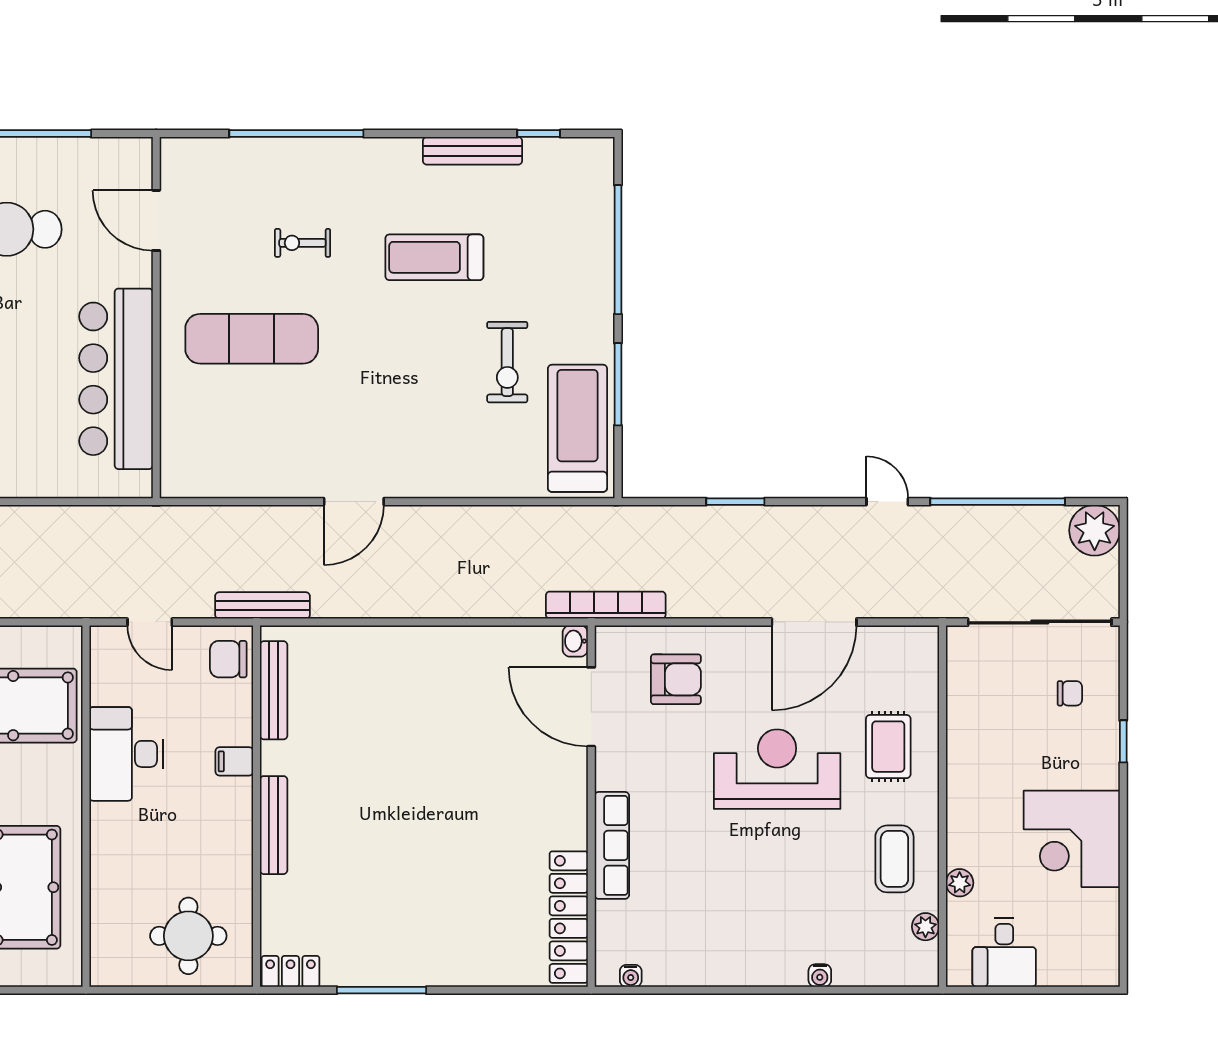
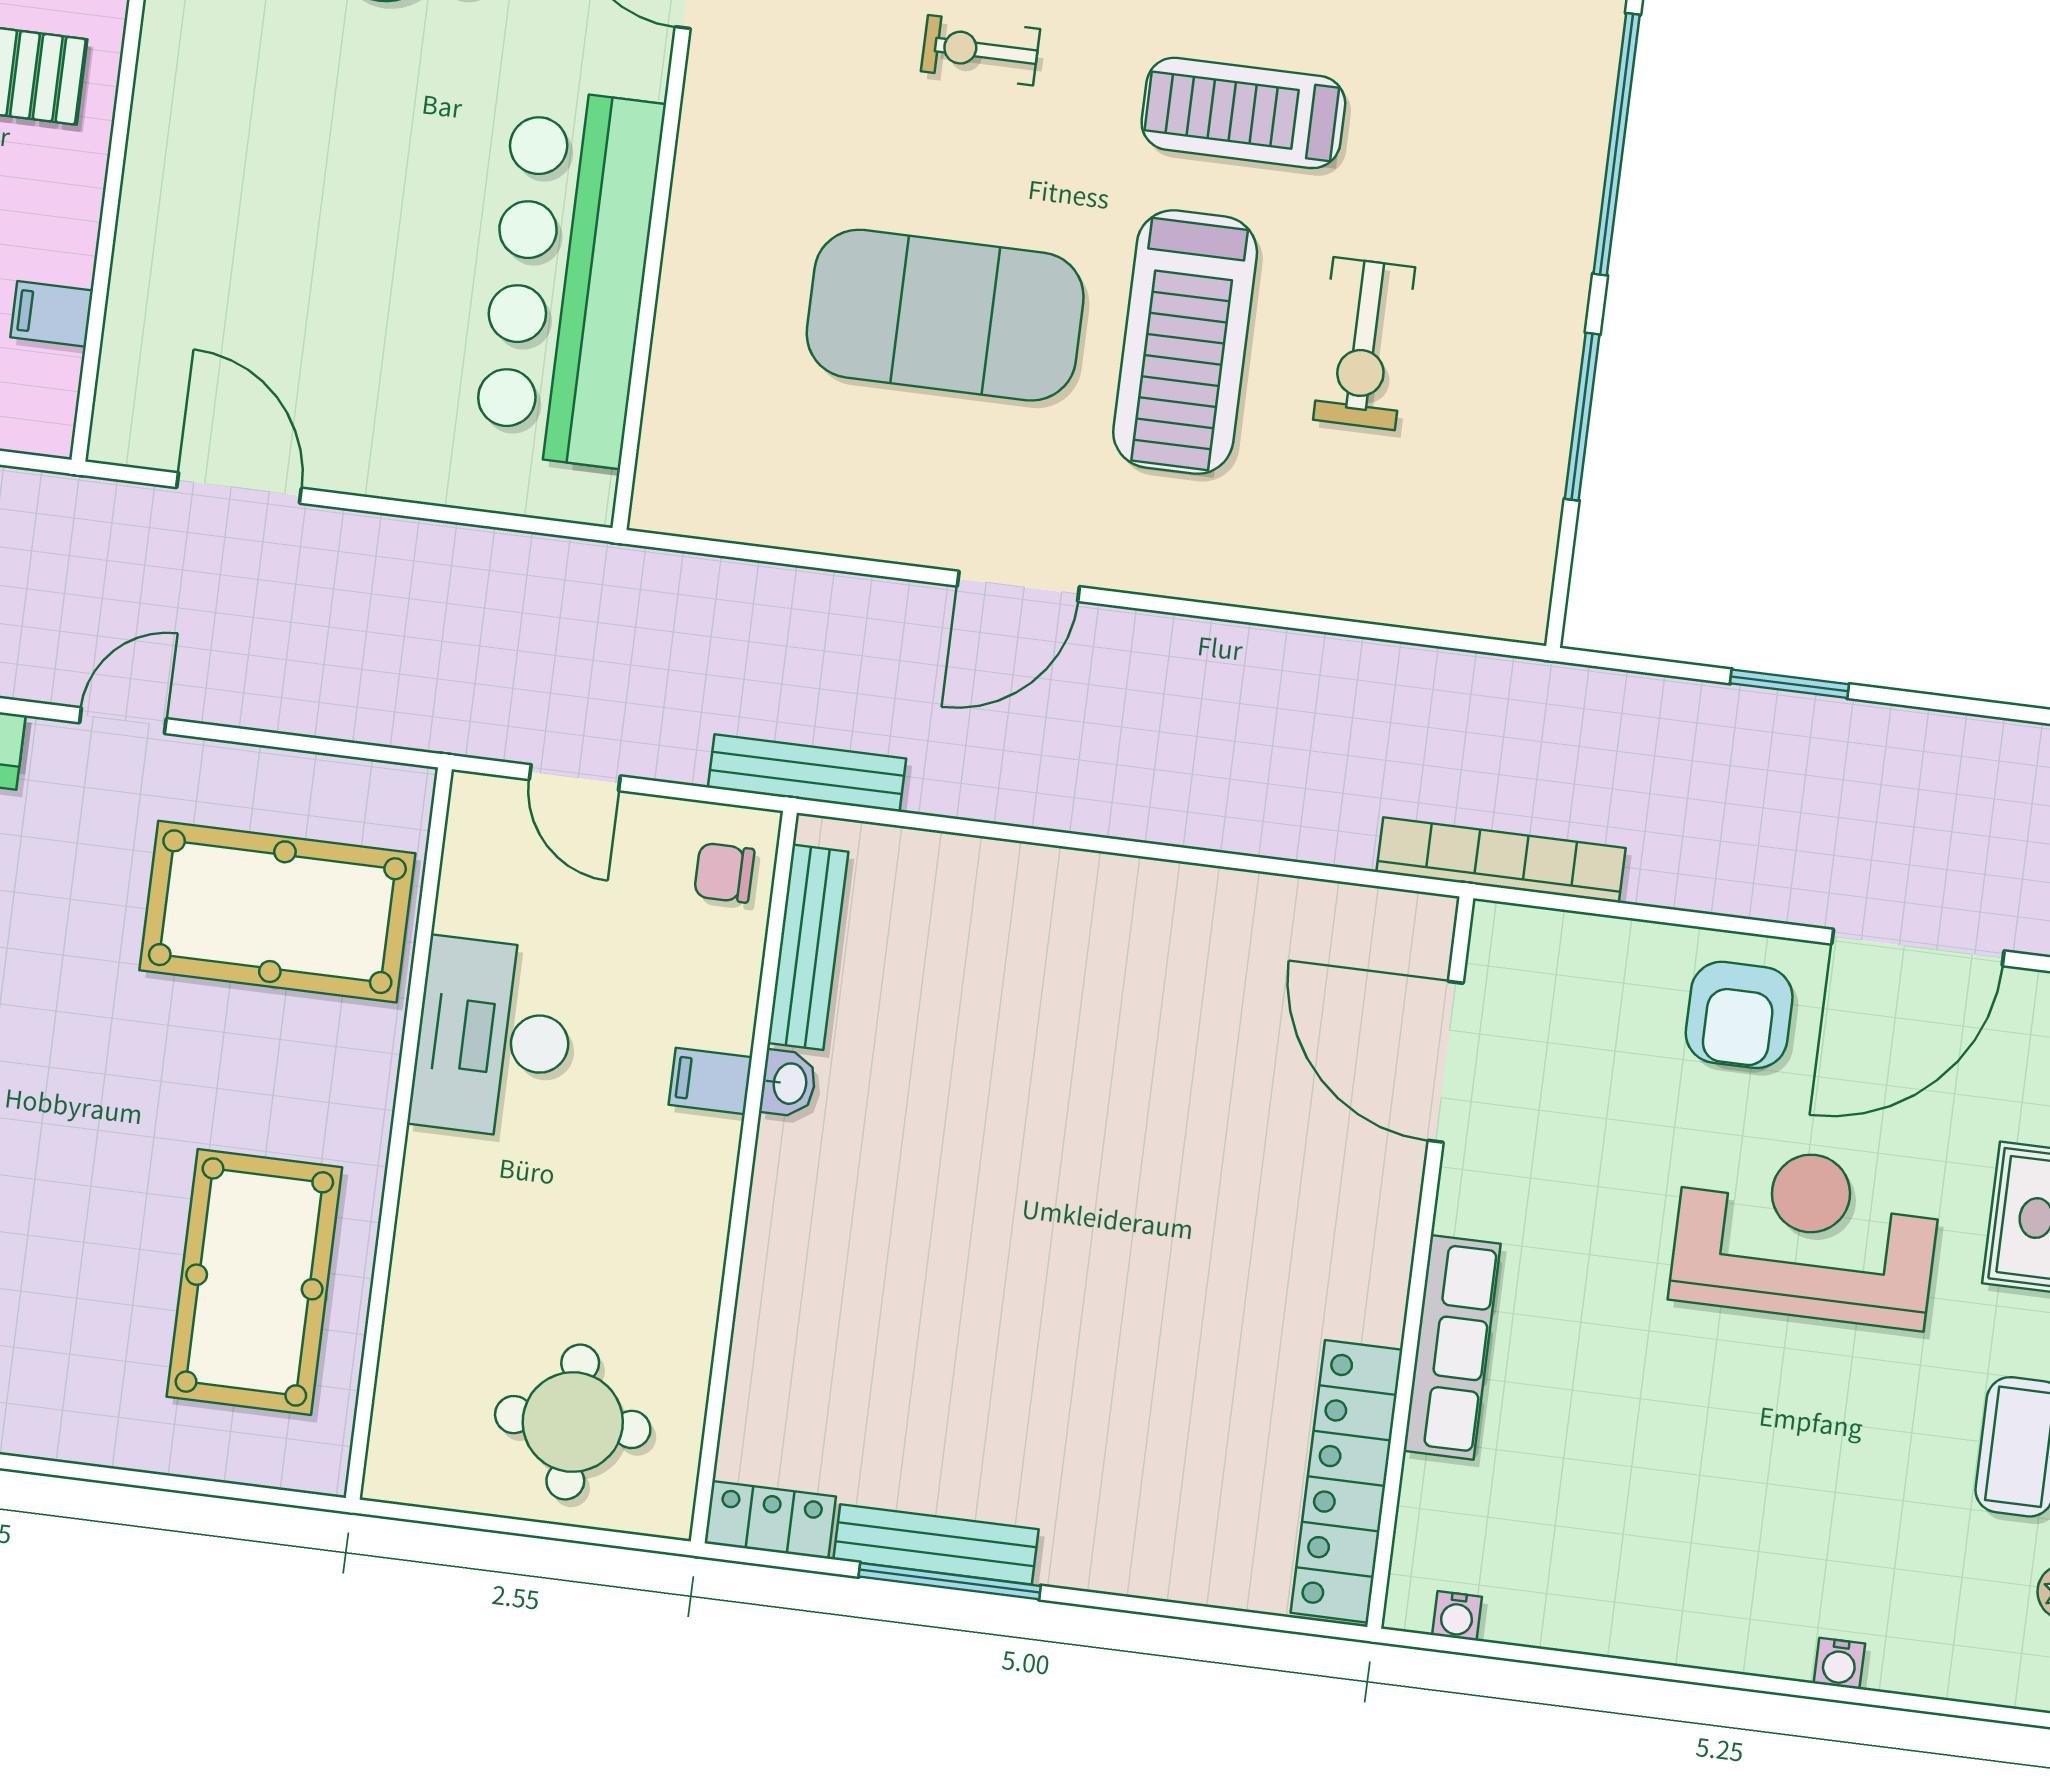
exercise mat: (252, 339) -> (945, 315), moved, width x1.47
treadmill: (577, 428) -> (1185, 342), moved, turned 180
washbasin: (575, 641) -> (788, 1083), moved, turned 180
chair: (228, 659) -> (724, 873), width x0.73, depth x0.73
armchair: (676, 679) -> (1739, 1015), moved, turned 90
bench: (274, 825) -> (936, 1544), moved, turned 90

